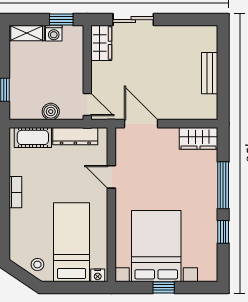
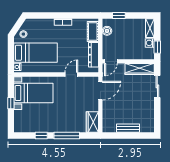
wardrobe: (101, 43) -> (140, 69), width x1.50
boiler: (51, 112) -> (107, 31), moved
bed with nightstands: (156, 246) -> (33, 93), width x0.73

